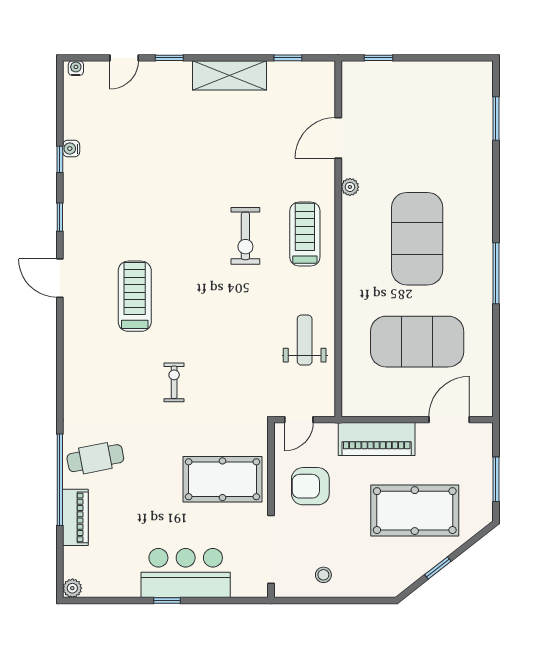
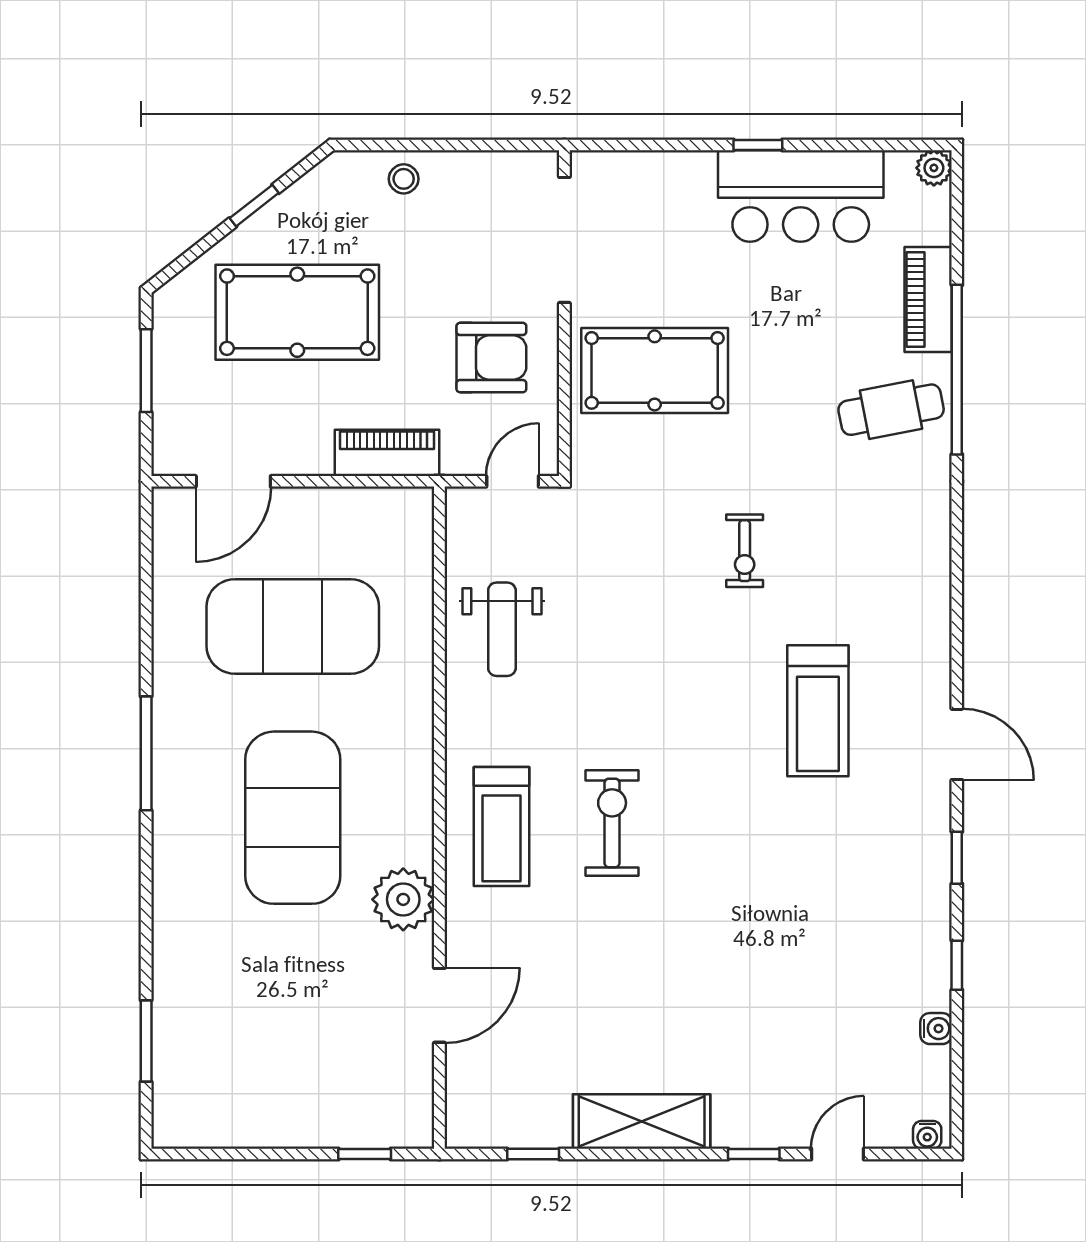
water cooler: (71, 149) -> (936, 1029), moved
plant: (350, 187) -> (403, 899), width x1.88, depth x1.88
piano: (377, 439) -> (387, 453), width x0.73, depth x0.75
bar counter: (186, 573) -> (801, 196), moved
stool: (323, 575) -> (404, 179), moved

